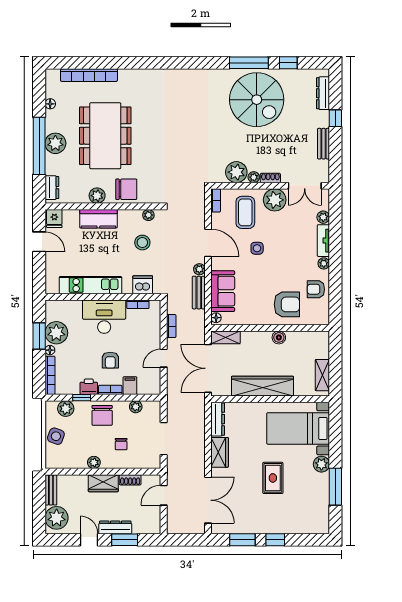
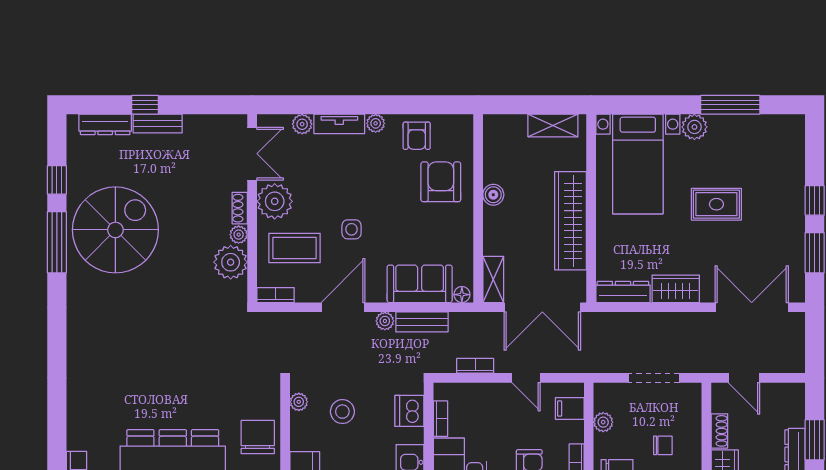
bench: (324, 144) -> (158, 124), moved
filing cabinet: (130, 386) -> (570, 409), moved

